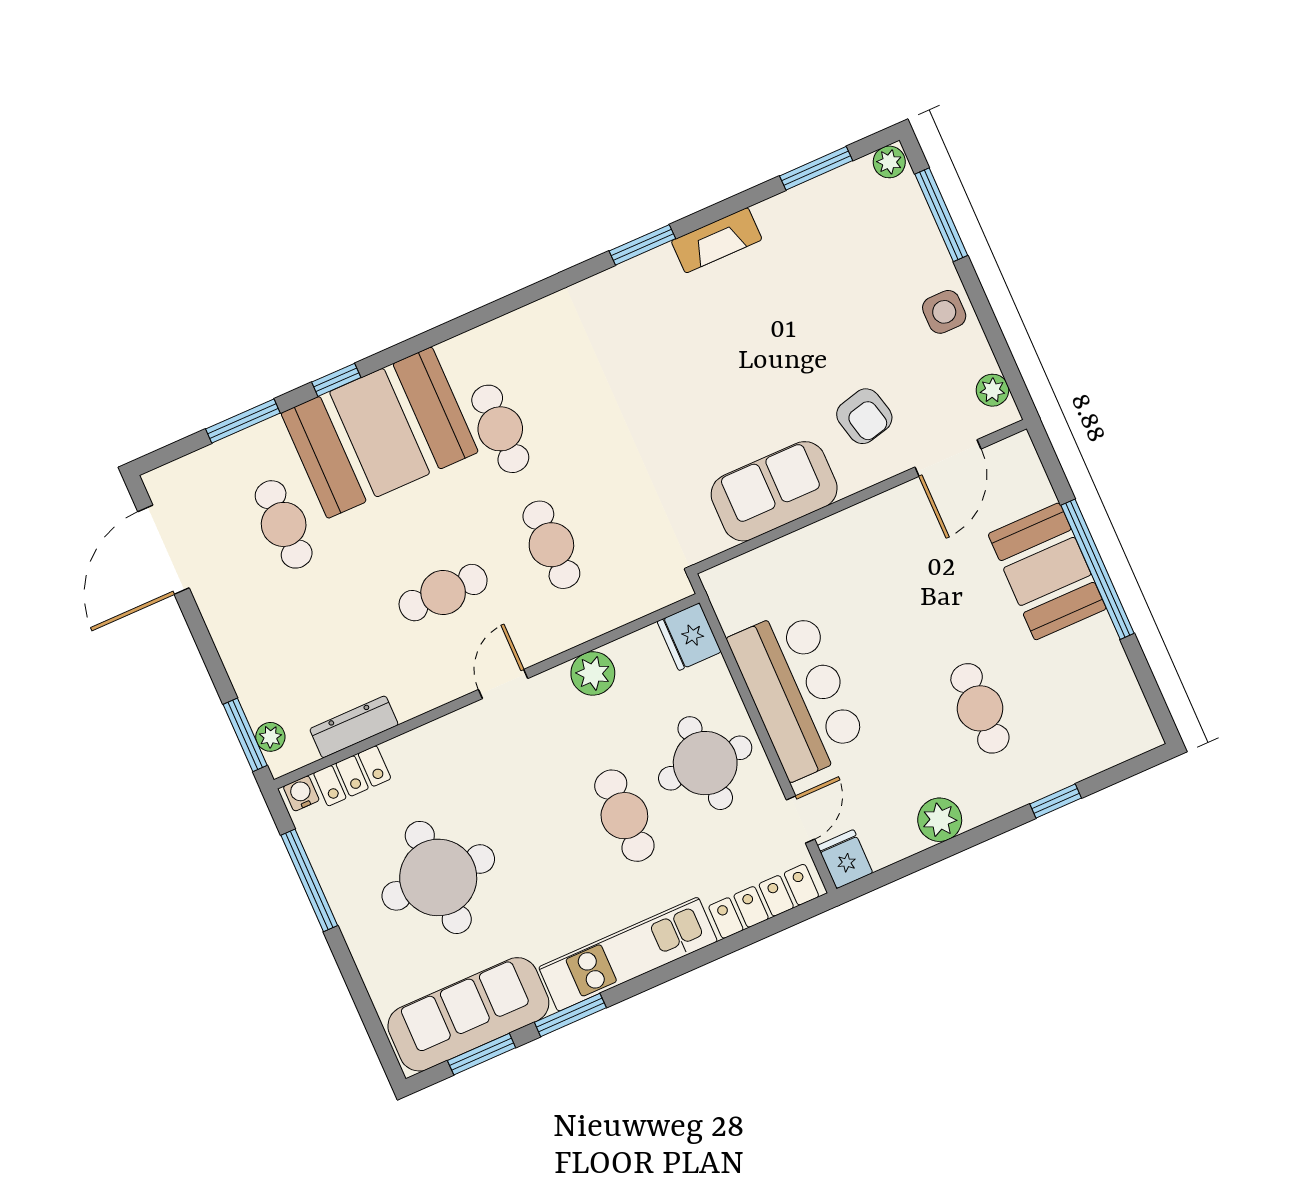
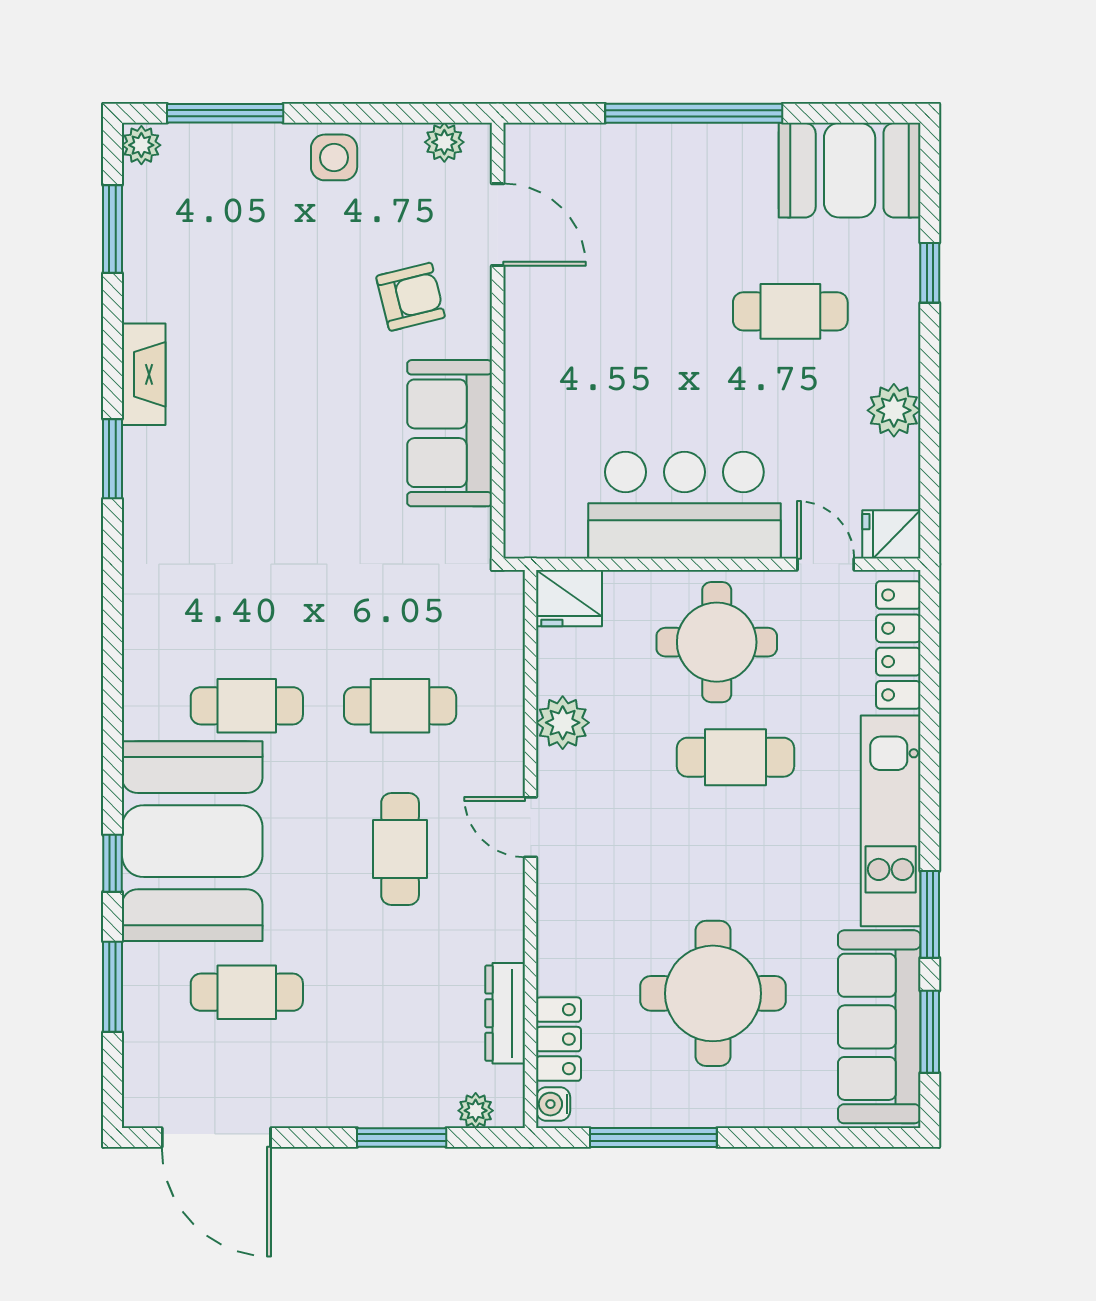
booth: (1047, 571) -> (850, 170), moved
window: (245, 735) -> (402, 1138), moved

